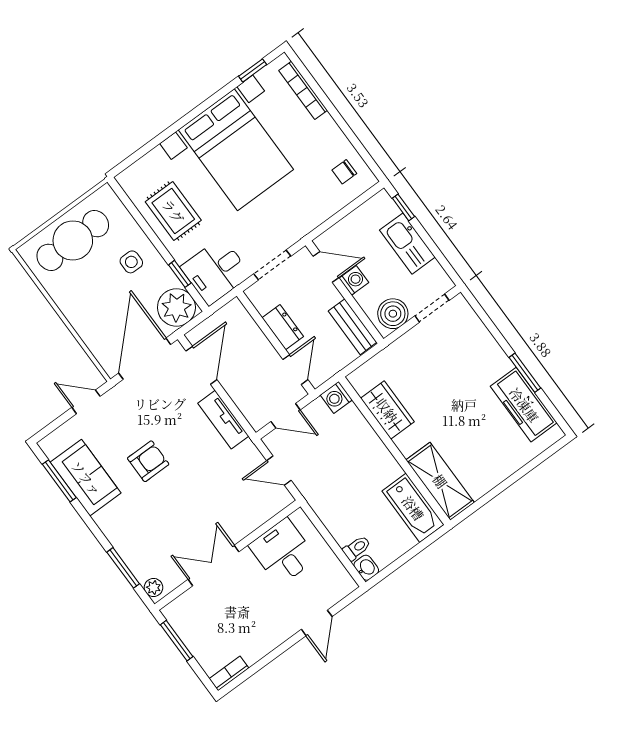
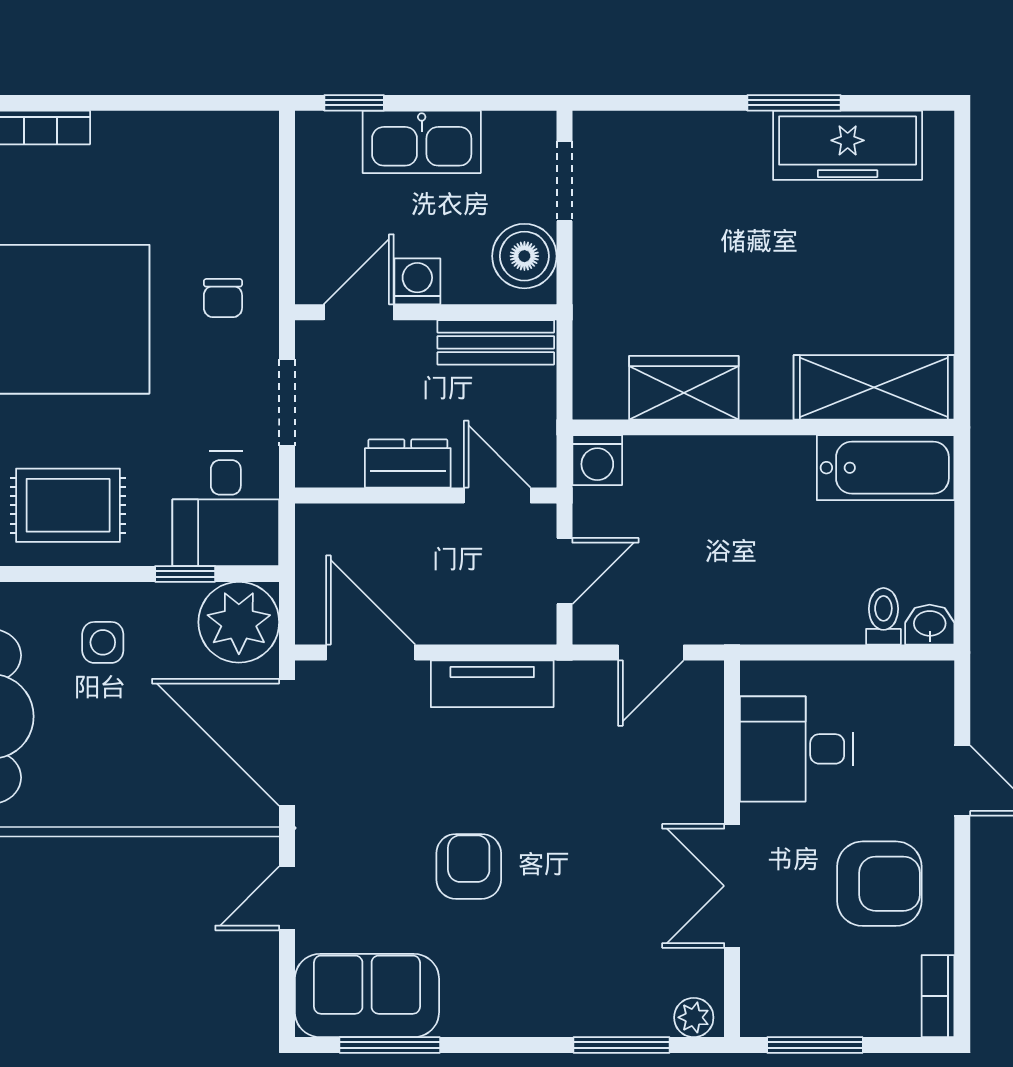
chair: (344, 172) -> (223, 298), moved
sofa: (86, 478) -> (367, 996), moved
armchair: (255, 620) -> (879, 884), added

